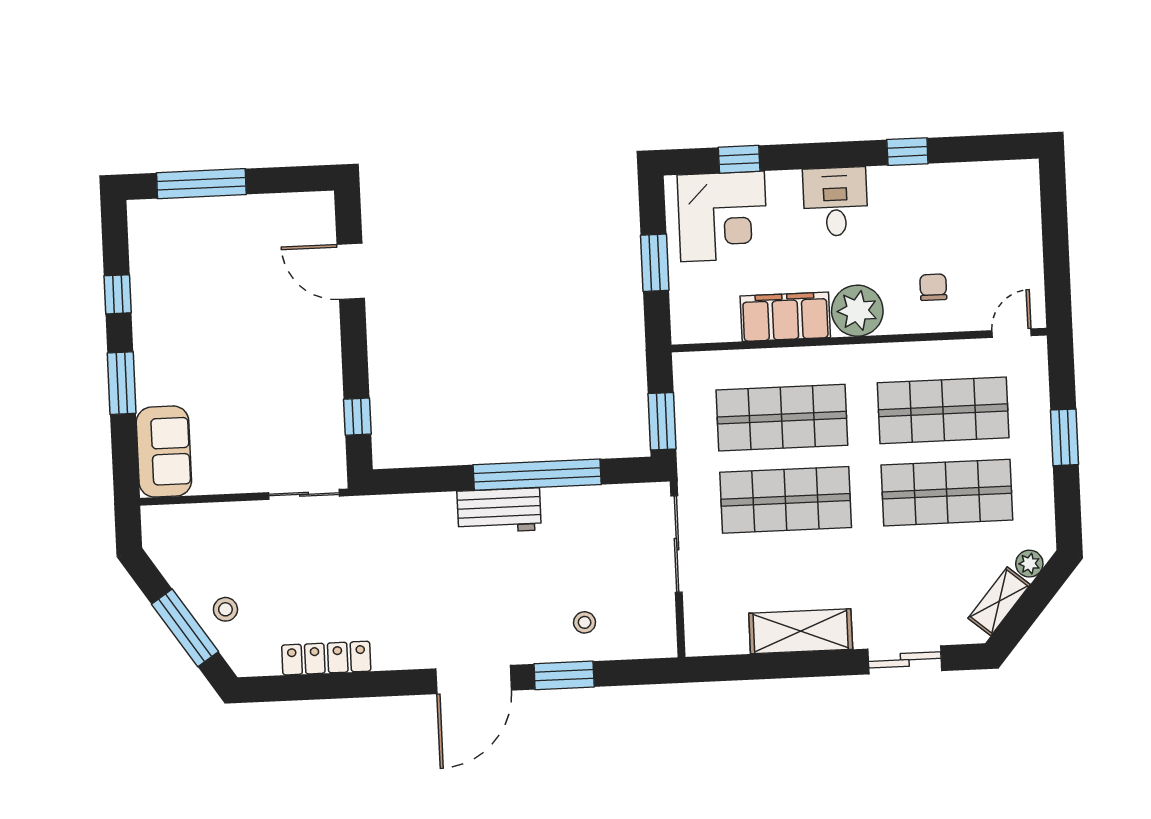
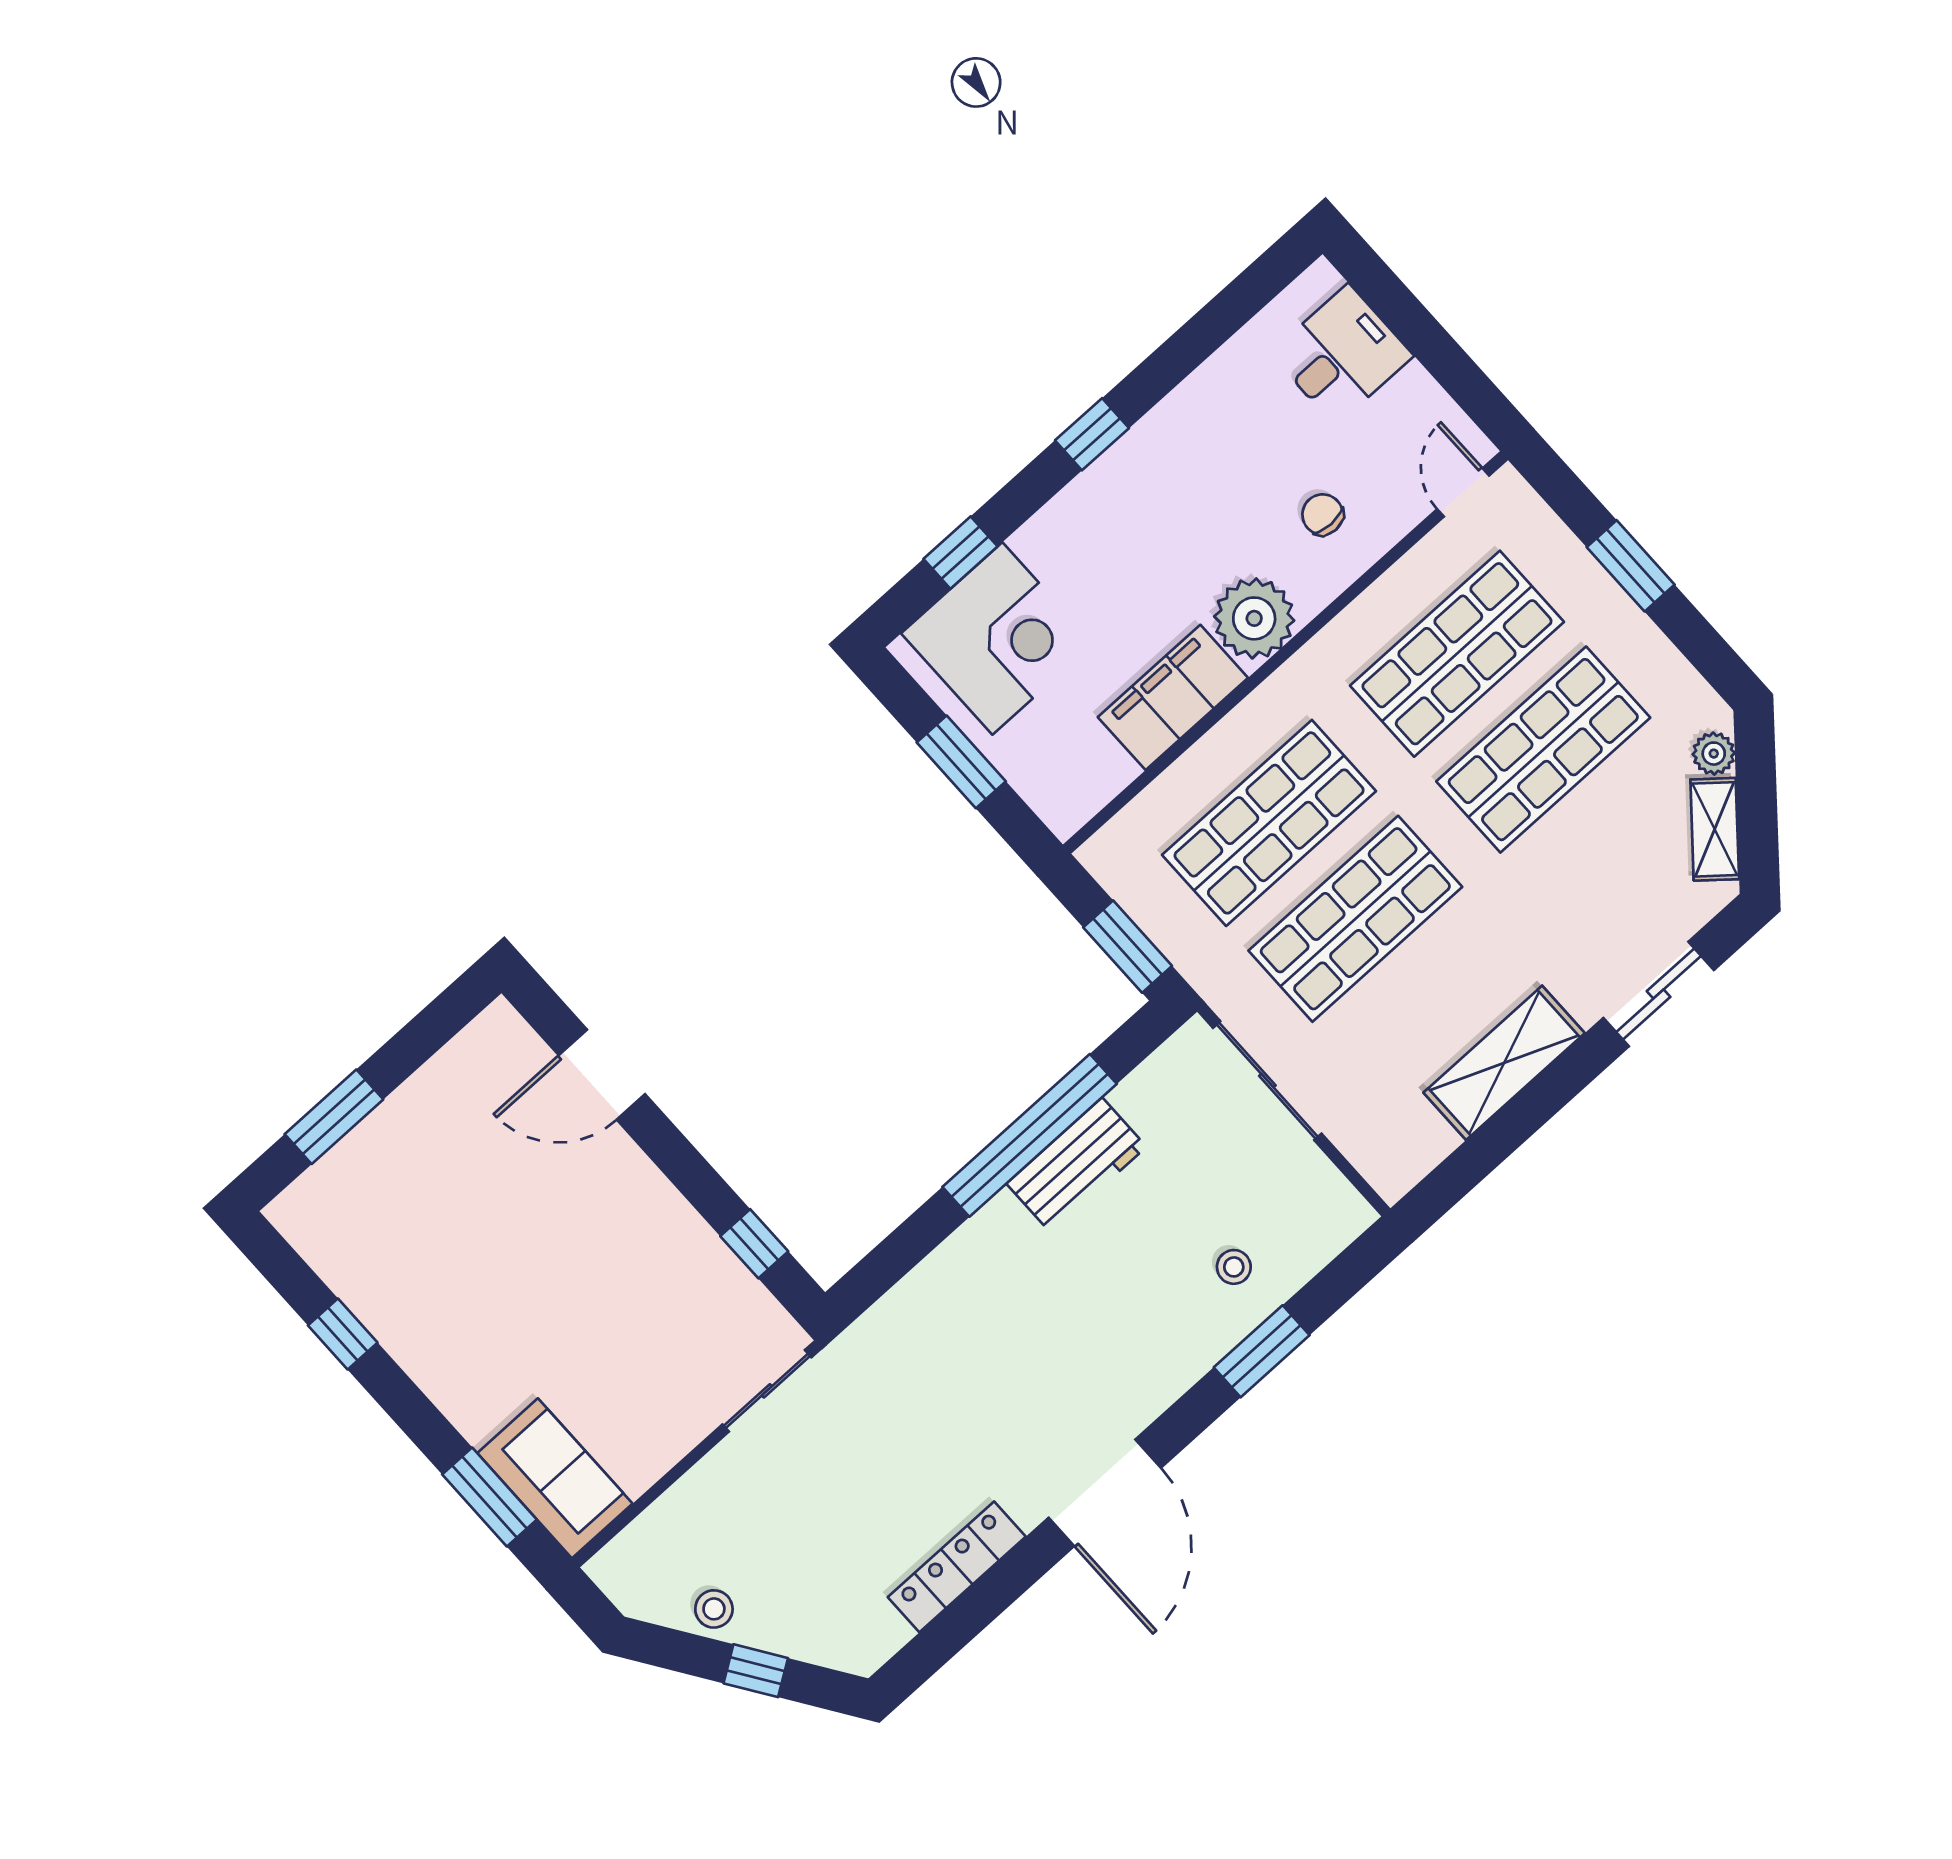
window: (907, 152) -> (1092, 434), moved
window: (201, 184) -> (334, 1117), width x0.69
desk: (835, 202) -> (1342, 355), moved, turned 90
window: (122, 383) -> (489, 1497), moved
workbench: (499, 511) -> (1076, 1165), moved
stool: (225, 609) -> (714, 1609), moved
window: (185, 628) -> (756, 1671), width x0.46
door: (474, 679) -> (1105, 1493), moved

